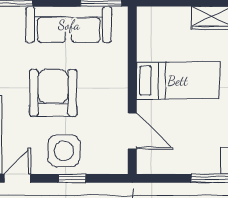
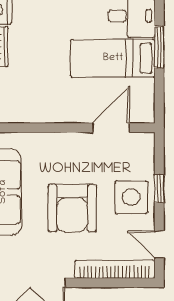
bed: (178, 81) -> (113, 58), moved, turned -90
armchair: (53, 93) -> (72, 208), turned -90

